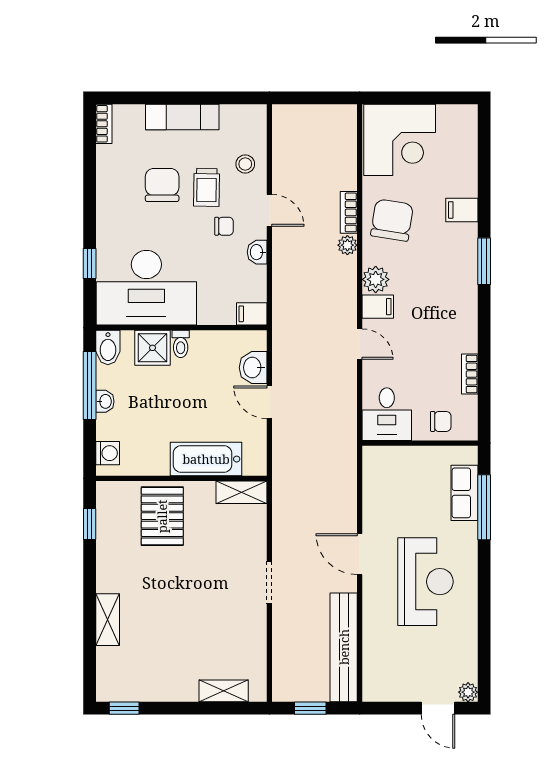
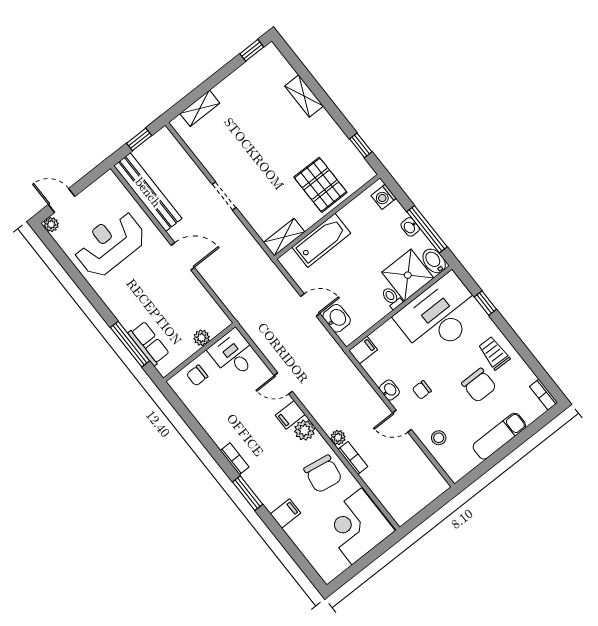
trolley: (207, 187) -> (494, 353), moved
shower: (152, 348) -> (408, 275), width x1.36, depth x1.36
bookcase: (470, 374) -> (235, 459), moved
plant: (406, 456) -> (202, 338), added
reception desk: (426, 582) -> (110, 244), moved, turned 90

